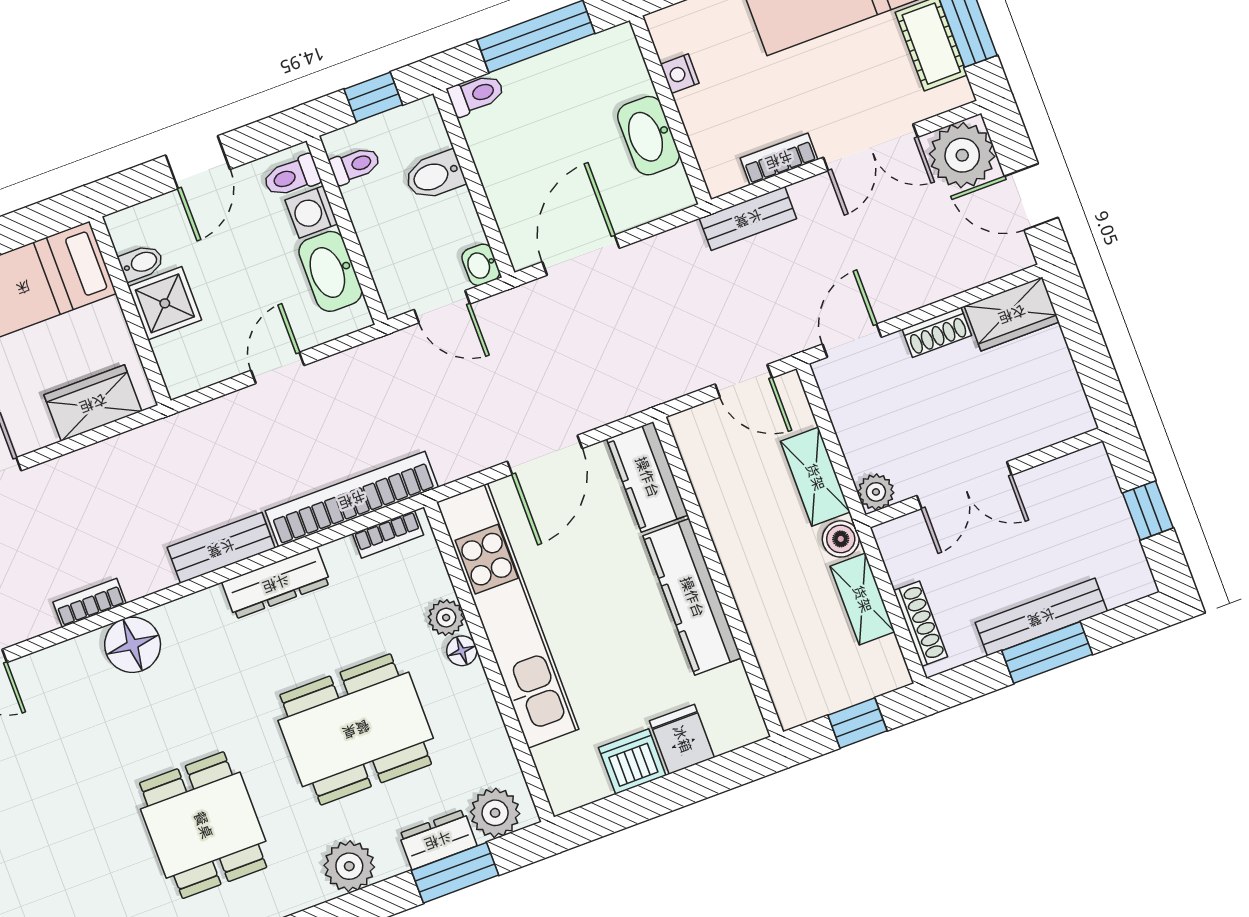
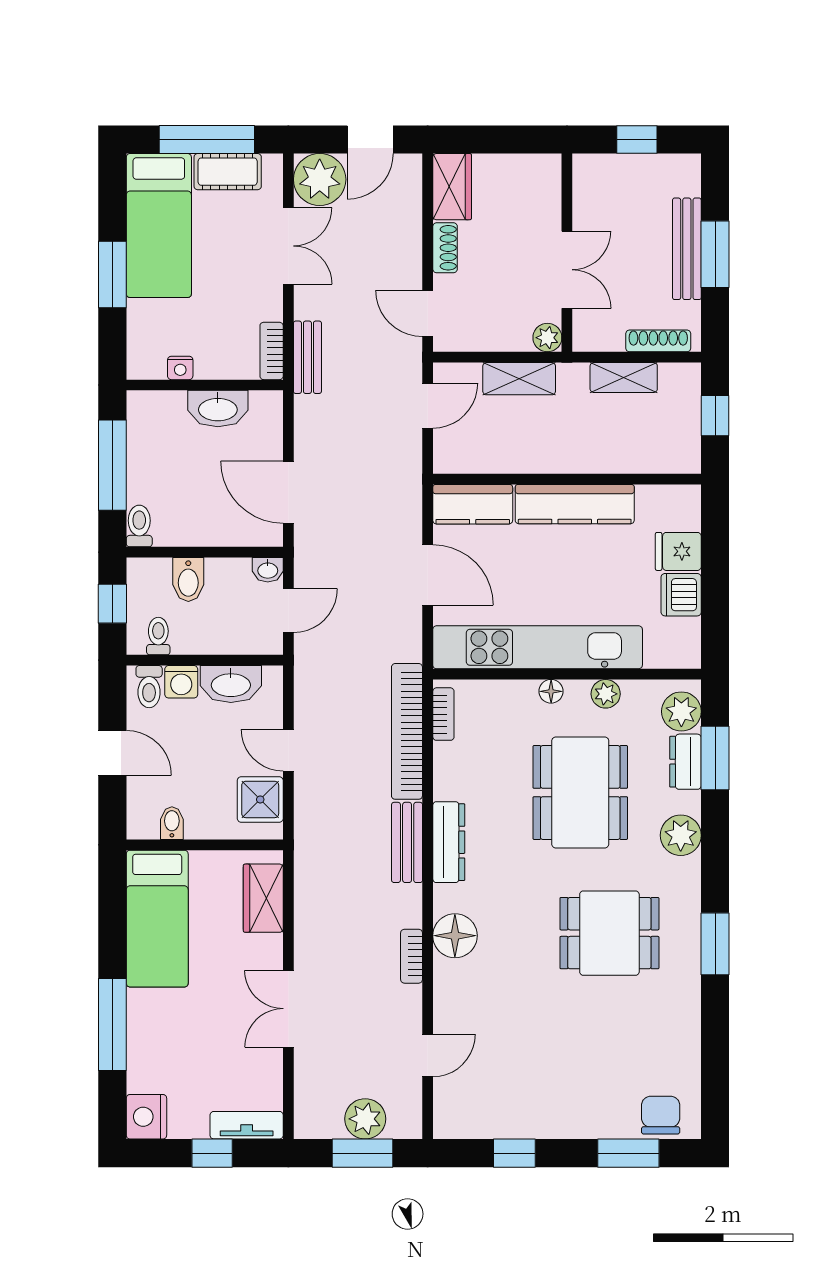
bookcase: (779, 159) -> (272, 351), moved
shower: (165, 303) -> (260, 799), moved
boiler: (841, 539) -> (573, 377), removed
dresser: (276, 583) -> (449, 842), moved
plant: (446, 618) -> (606, 694), moved

